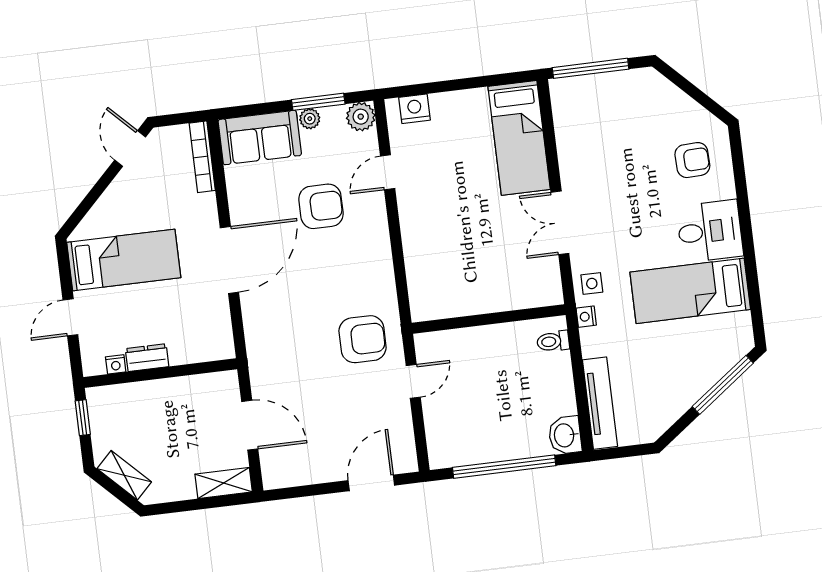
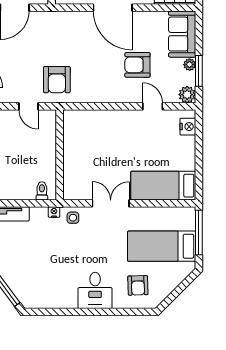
armchair: (321, 206) -> (137, 65), turned 90
bed: (690, 291) -> (162, 246), moved, turned -90

